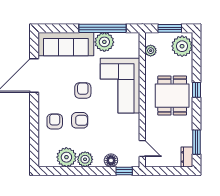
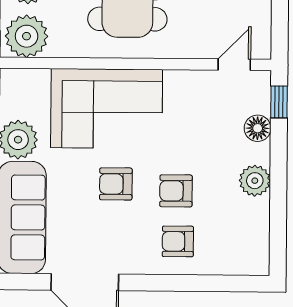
plant: (151, 51) -> (27, 36), width x1.88, depth x1.88
armchair: (80, 120) -> (176, 191), turned -90
plant: (66, 157) -> (250, 218), removed

